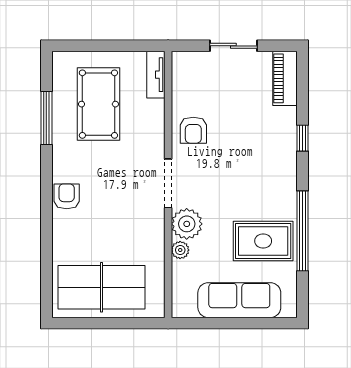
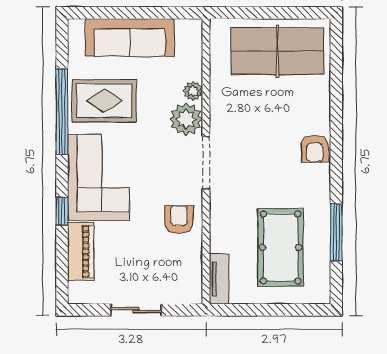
piano: (285, 78) -> (81, 251), moved
corner sofa: (268, 170) -> (99, 177), added

